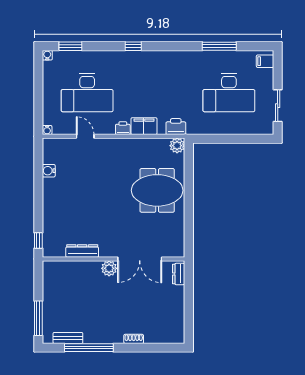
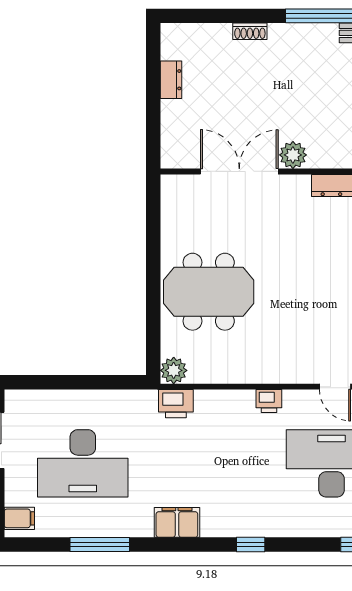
desk: (229, 93) -> (83, 463), turned 180
filing cabinet: (144, 126) -> (177, 522), moved, turned 180
dresser: (179, 274) -> (171, 80), moved

